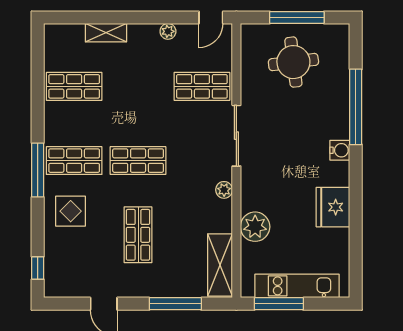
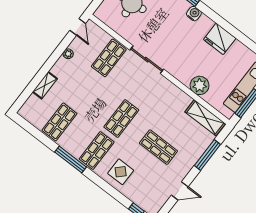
window: (38, 170) -> (70, 159), moved
plant: (224, 190) -> (169, 87), removed

